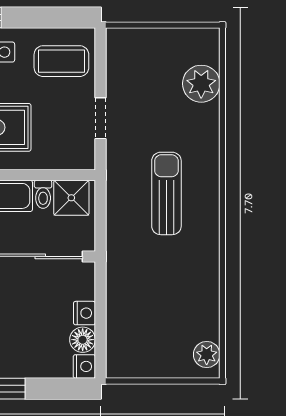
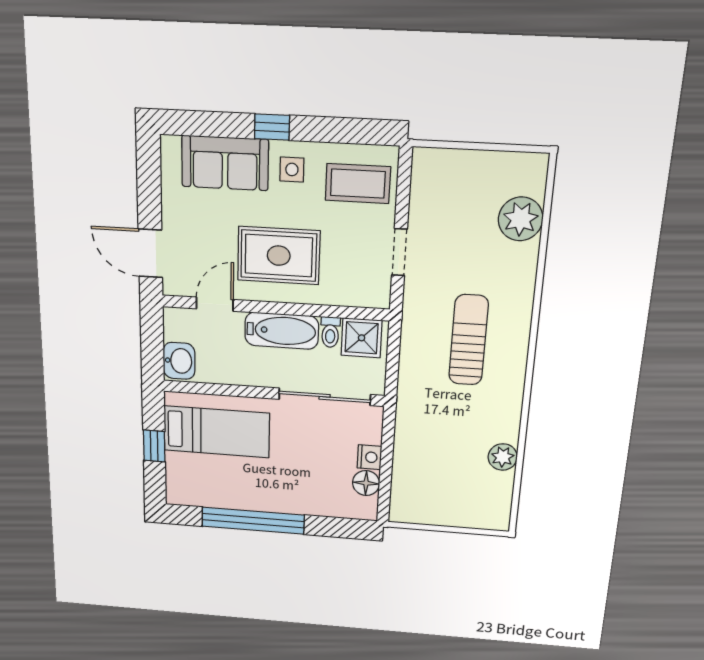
plant: (207, 355) -> (503, 457), moved
nightstand: (84, 366) -> (366, 509), removed

